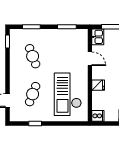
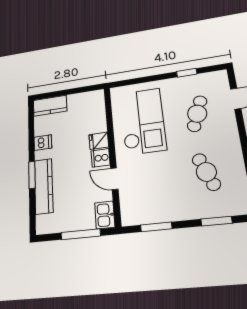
cooker: (98, 116) -> (100, 158), moved

